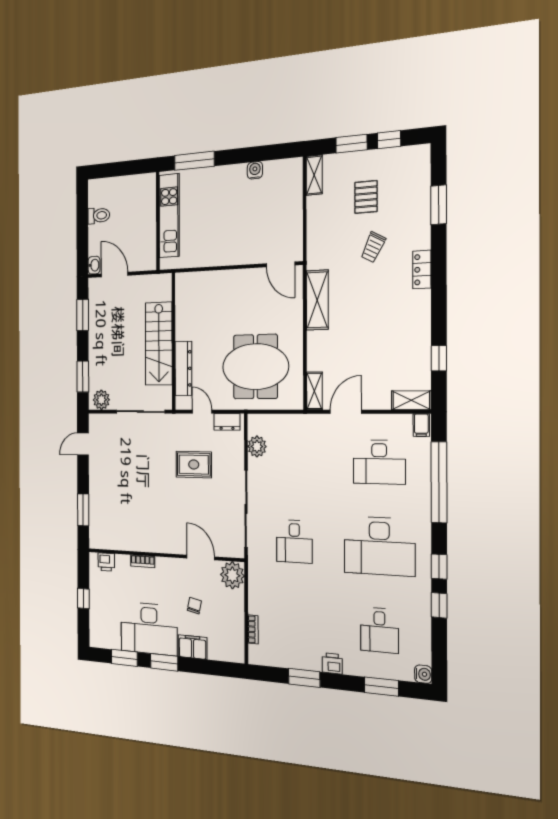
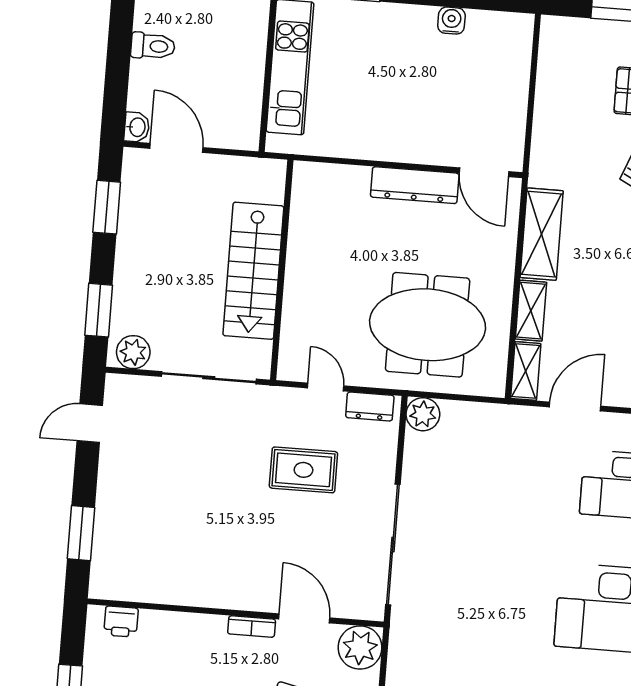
shelving: (314, 175) -> (531, 311), moved
dresser: (183, 368) -> (415, 185), moved, turned 90
plant: (257, 446) -> (423, 414), moved
desk: (294, 541) -> (473, 598), removed
bookcase: (143, 561) -> (252, 627), moved

